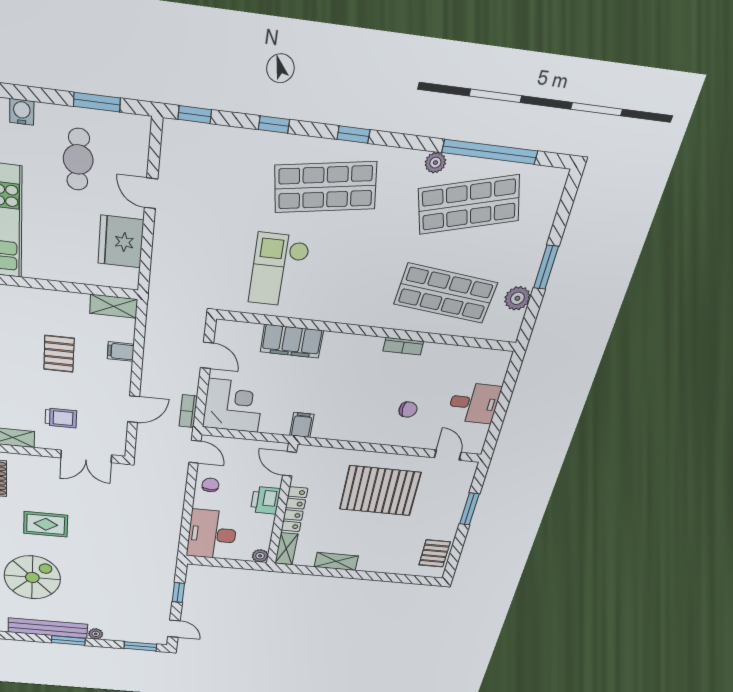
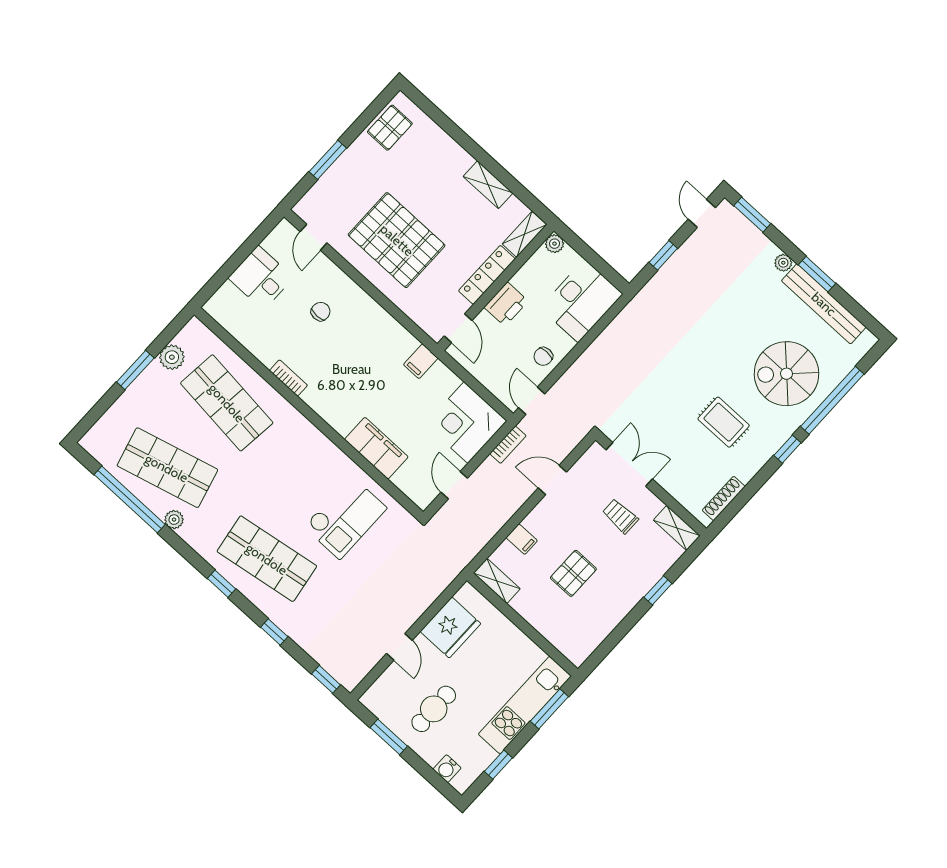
chair: (408, 410) -> (321, 312), turned 90

